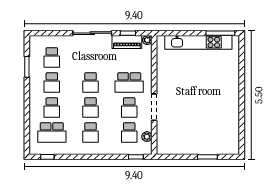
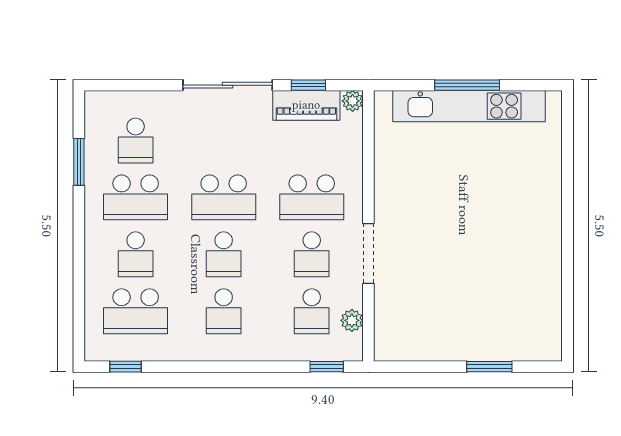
window: (220, 33) -> (467, 85), moved
school desk: (52, 82) -> (136, 197), width x1.85
school desk: (91, 82) -> (224, 197), width x1.85

